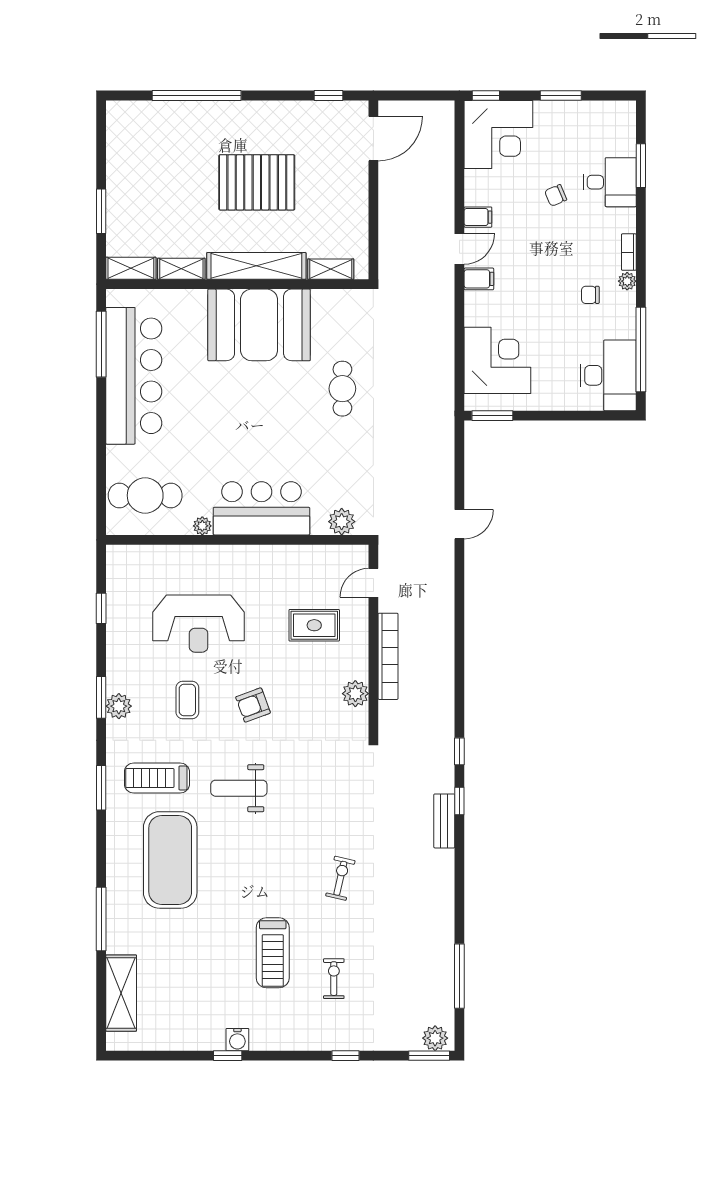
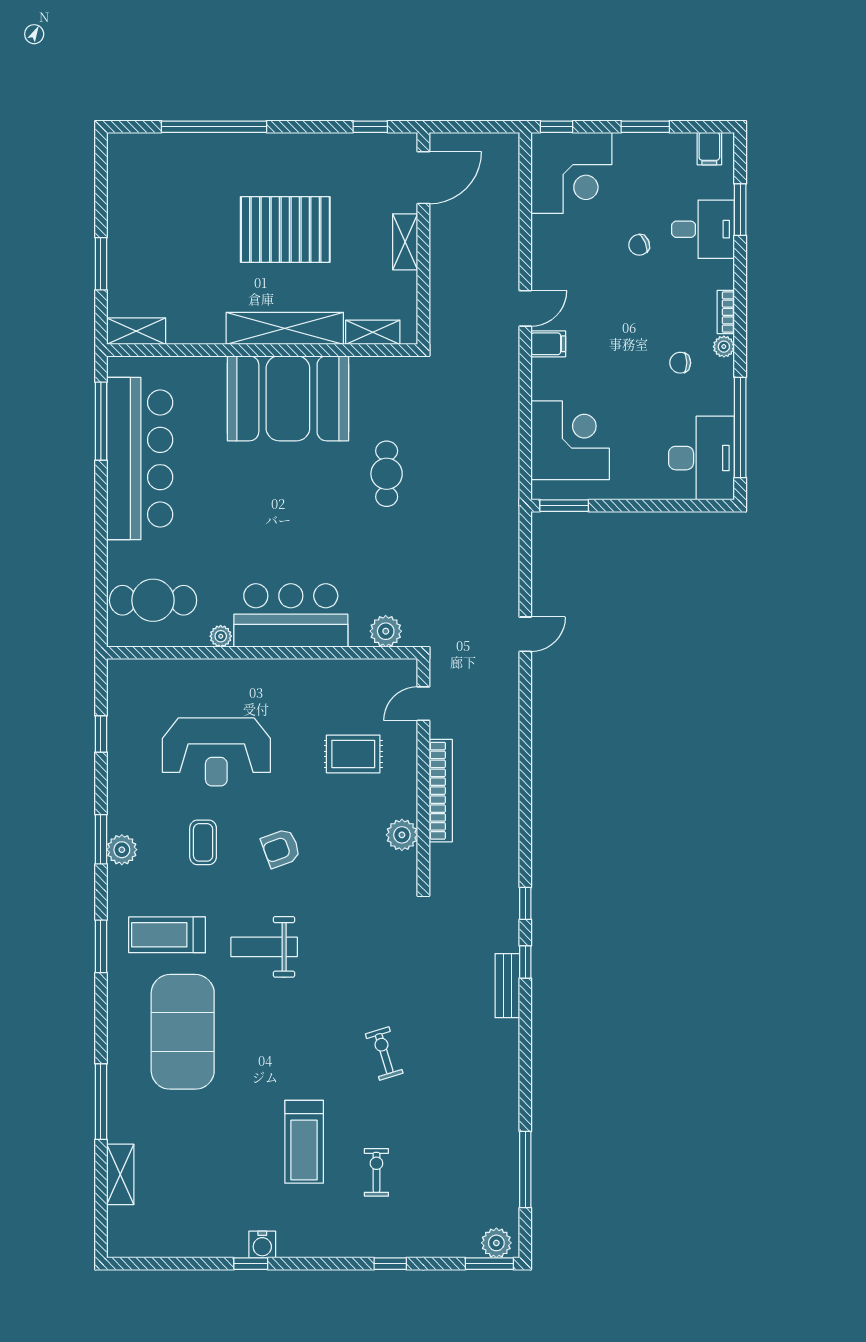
filing cabinet: (478, 217) -> (709, 149), moved, turned 90
shelving: (181, 269) -> (405, 242), moved, turned 90
exercise bike: (340, 878) -> (384, 1054), turned -30
shelving: (121, 993) -> (120, 1174), width x0.67, depth x0.75

